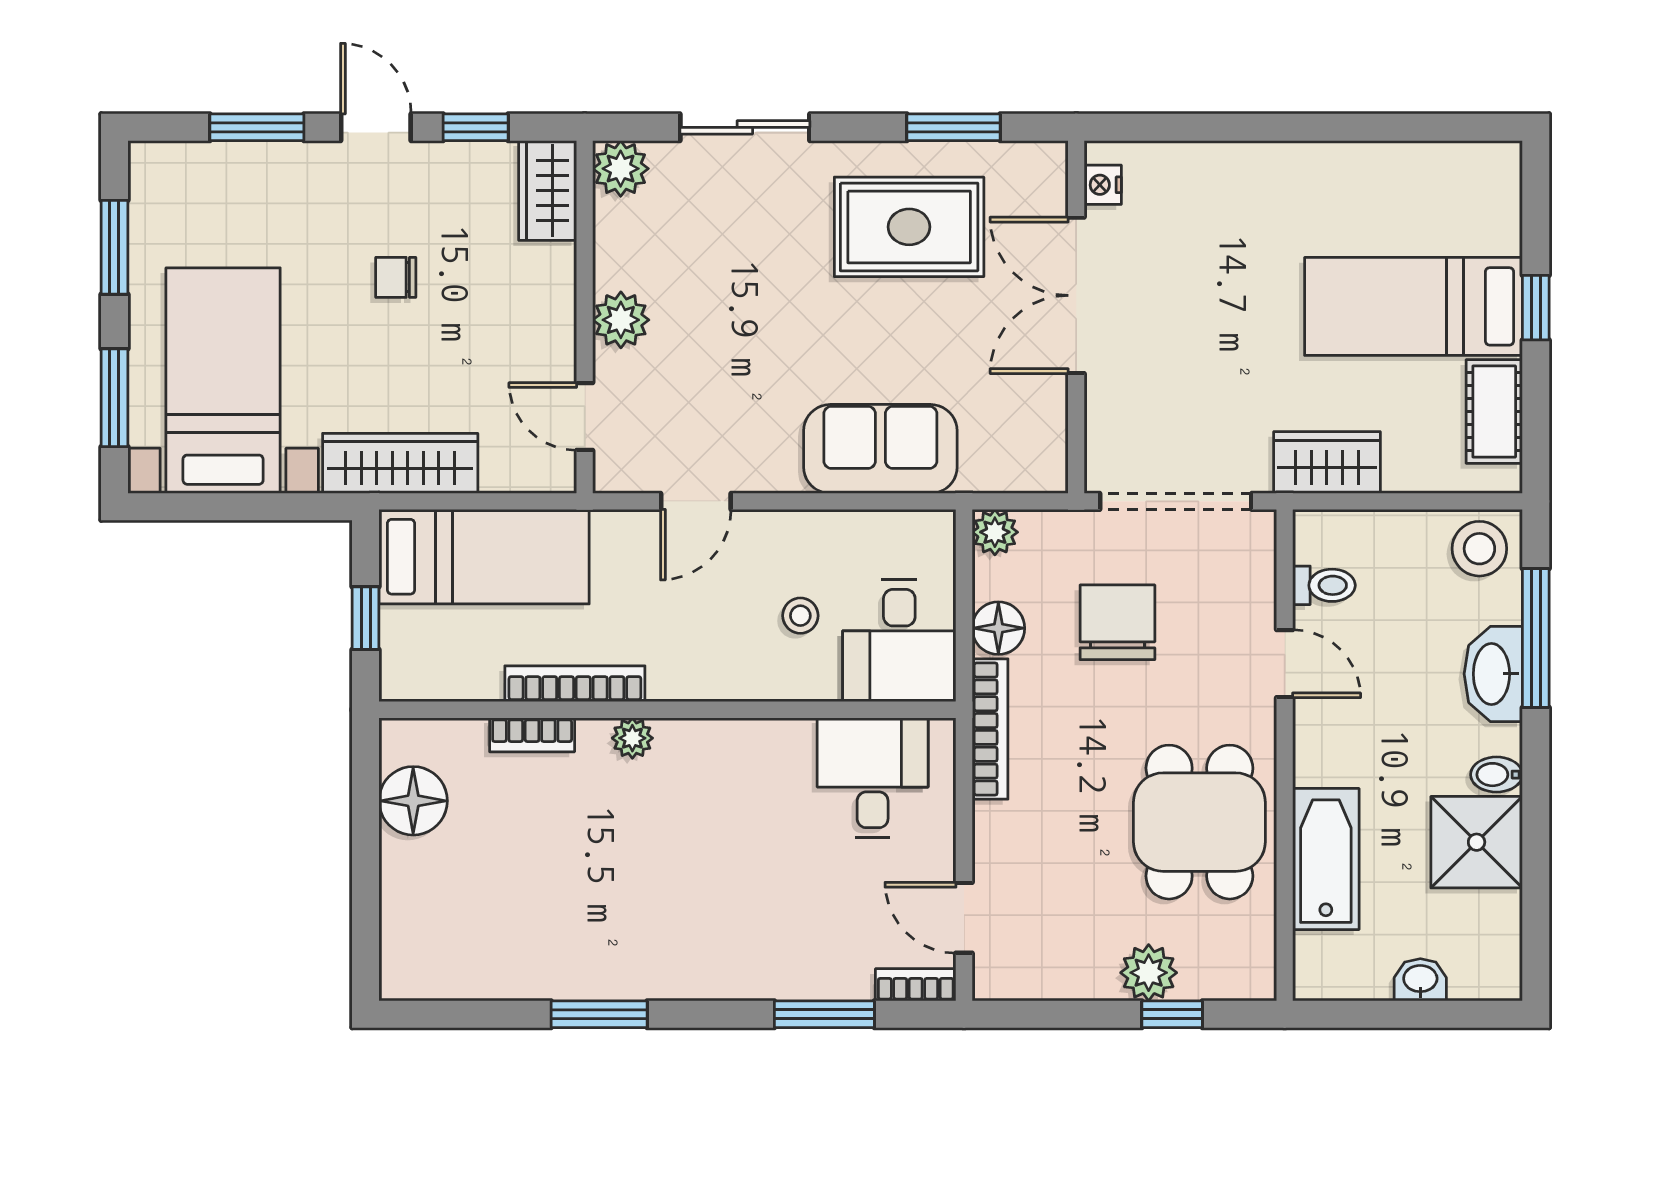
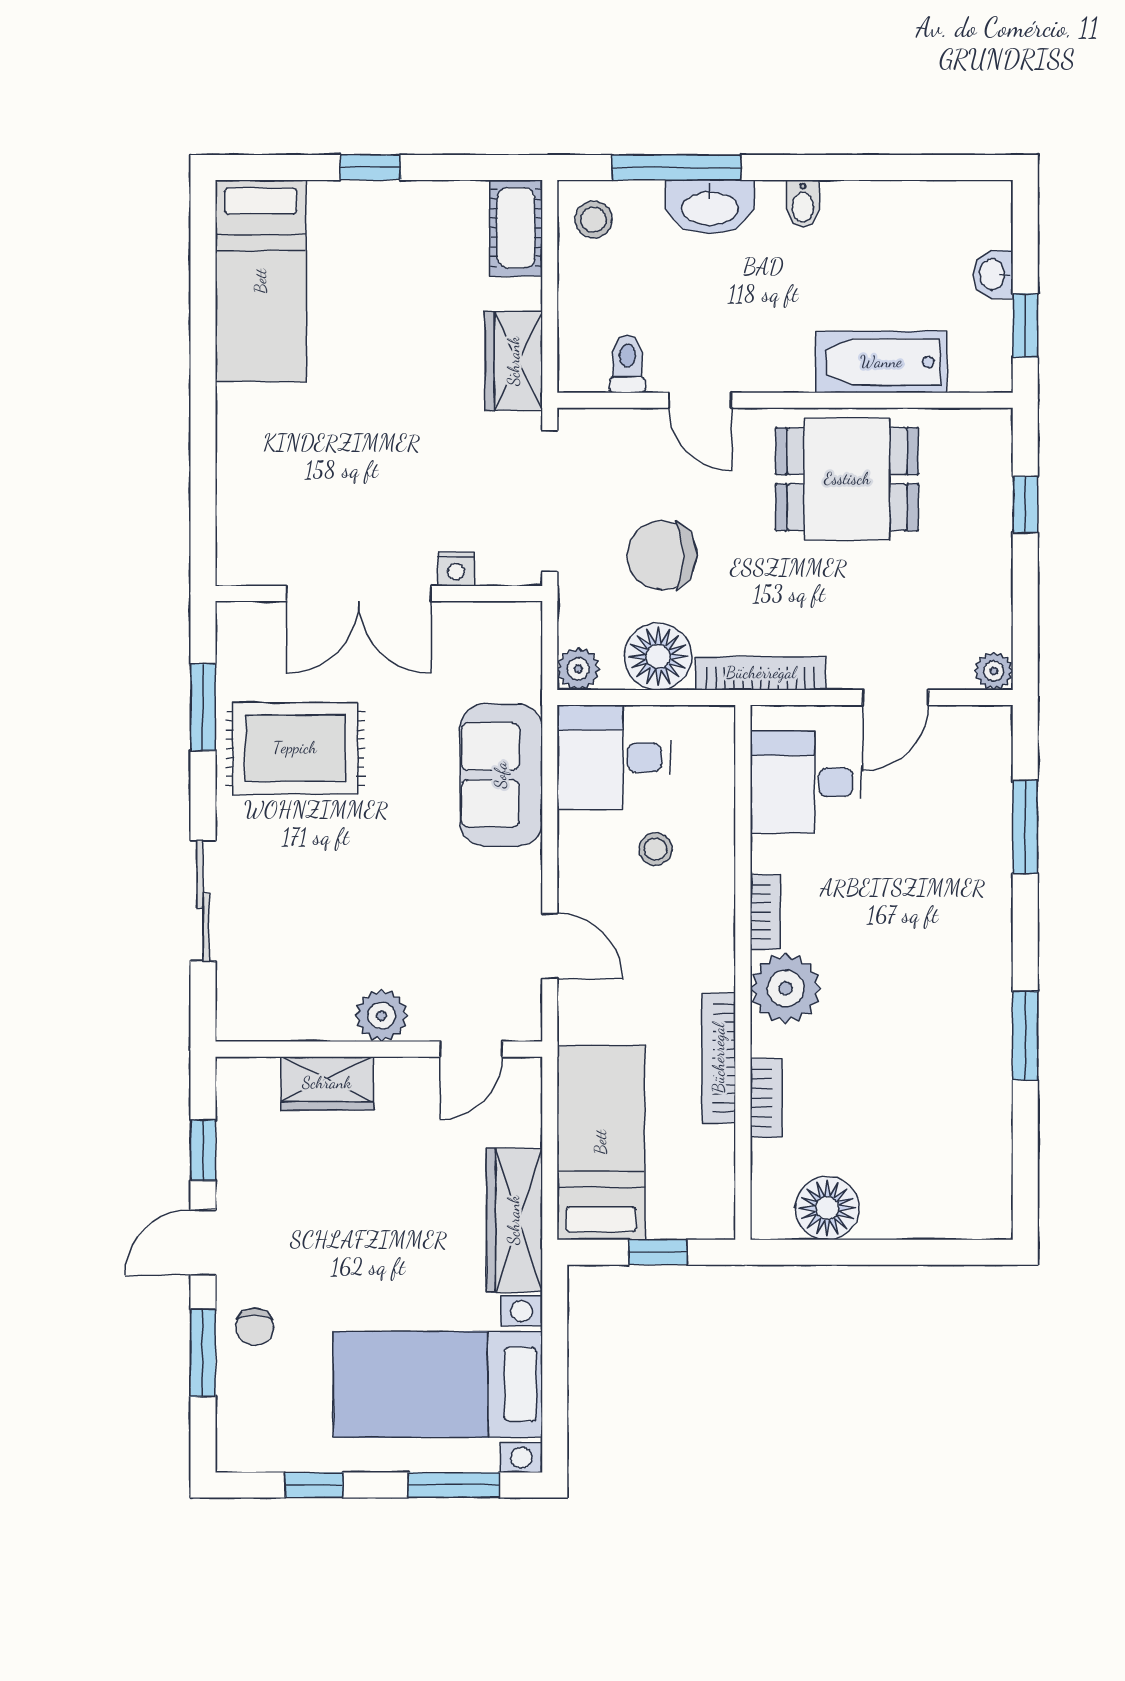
plant: (621, 169) -> (241, 1016), removed
nightstand: (1103, 185) -> (456, 569), moved
wardrobe: (548, 191) -> (327, 1083), moved
rug: (909, 227) -> (295, 748), turned 90
window: (114, 247) -> (314, 1485), width x0.67
chair: (396, 277) -> (255, 1327), moved
bed: (1413, 306) -> (261, 281), moved
cot: (1494, 412) -> (516, 228), moved, turned 90
stool: (1479, 549) -> (594, 220), width x0.73, depth x0.73
floor lamp: (998, 628) -> (658, 656), width x1.38, depth x1.38
desk: (899, 641) -> (614, 757), moved, turned 180
door: (1285, 664) -> (700, 400), swing flipped
plant: (632, 738) -> (786, 988), width x1.88, depth x1.88
shower: (1477, 842) -> (866, 222), removed
door: (964, 918) -> (895, 697), moved
plant: (1149, 973) -> (994, 671), moved, width x0.73, depth x0.73
bookcase: (916, 985) -> (765, 912), moved, turned 180
window: (1365, 1014) -> (1025, 326), added

